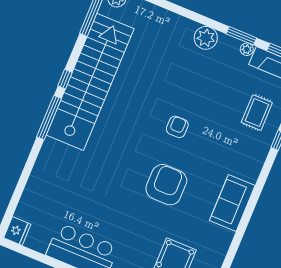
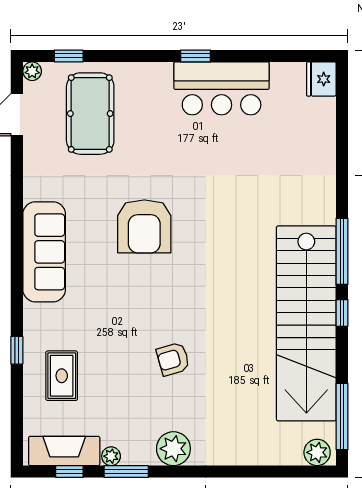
armchair: (177, 127) -> (173, 359), moved, turned 74
sofa: (232, 203) -> (44, 252), width x1.36

